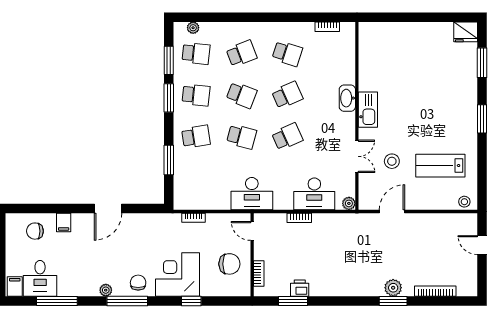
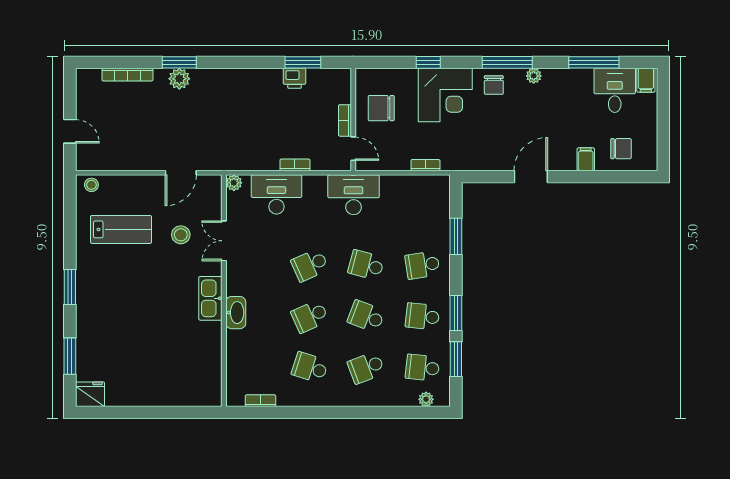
bookcase: (259, 274) -> (345, 120), moved

